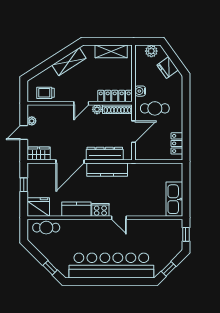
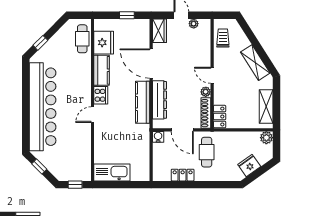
plant: (151, 51) -> (266, 138), moved
water cooler: (140, 91) -> (158, 137), moved
locker: (115, 96) -> (220, 117), width x0.66
locker: (177, 143) -> (183, 175), moved
fridge: (38, 207) -> (104, 43), moved

